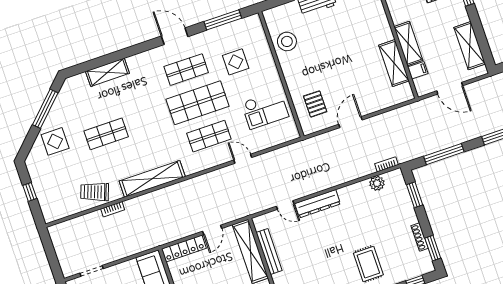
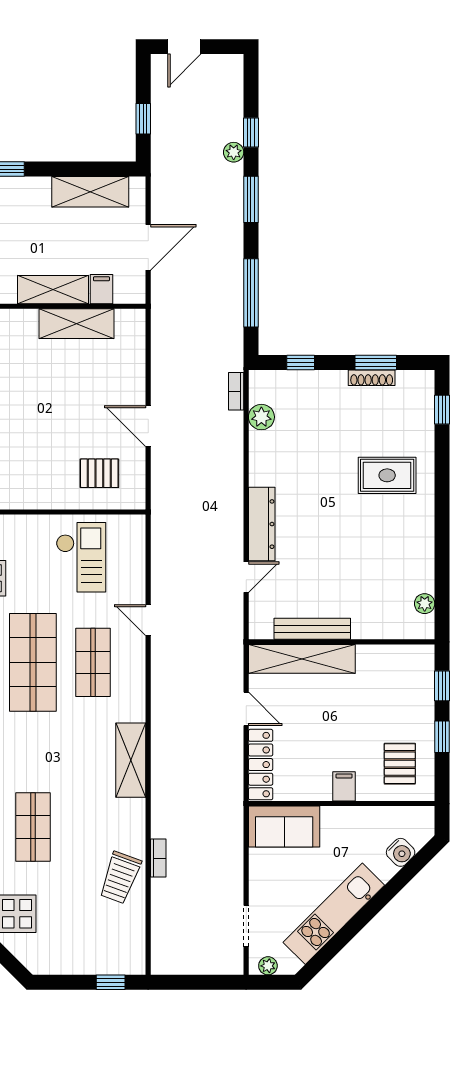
door: (243, 159) -> (148, 620), hinge flipped
shelving: (152, 179) -> (131, 760), width x0.68
window: (30, 192) -> (111, 982), moved
window: (415, 195) -> (301, 363), width x0.67
window: (433, 248) -> (376, 363), moved

